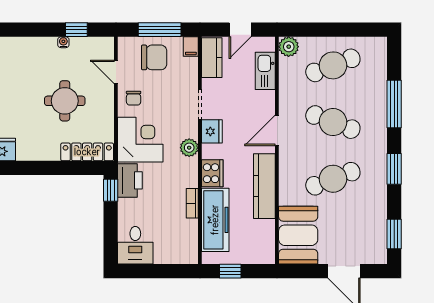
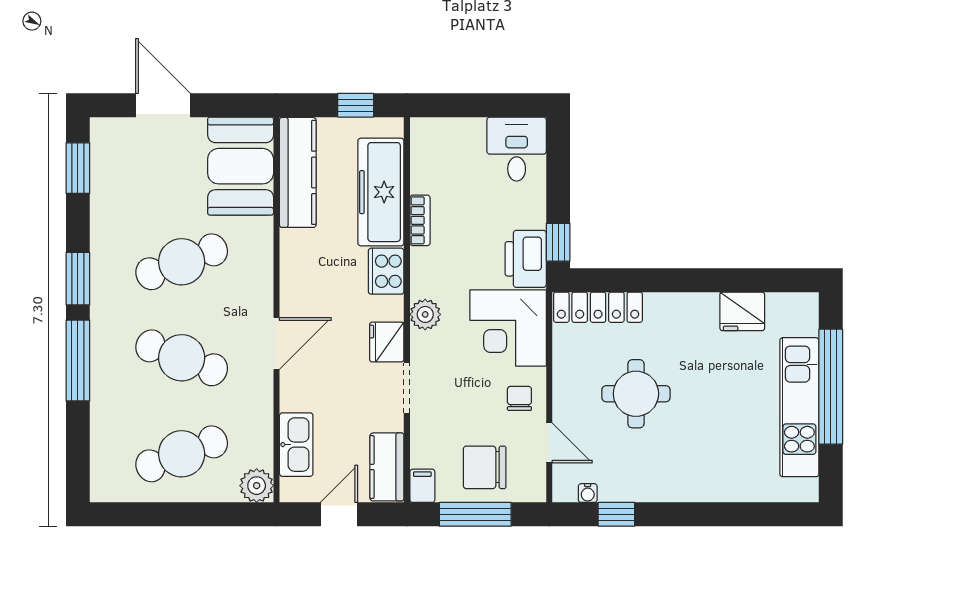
water cooler: (63, 42) -> (588, 493), moved
window: (394, 104) -> (78, 360), moved
kitchen counter: (264, 186) -> (298, 172), moved

